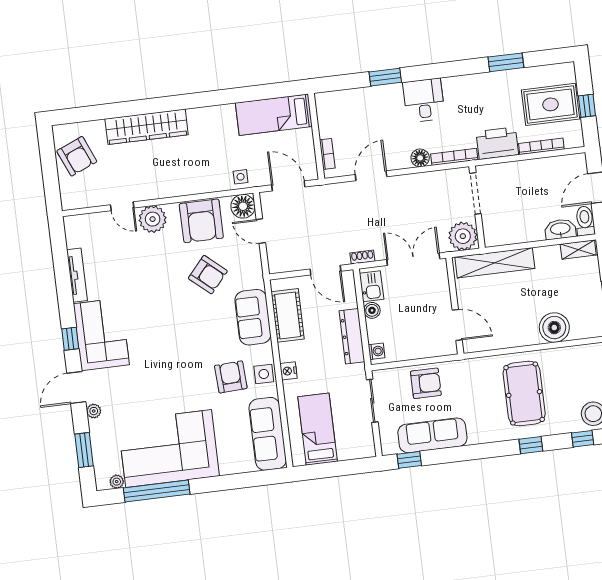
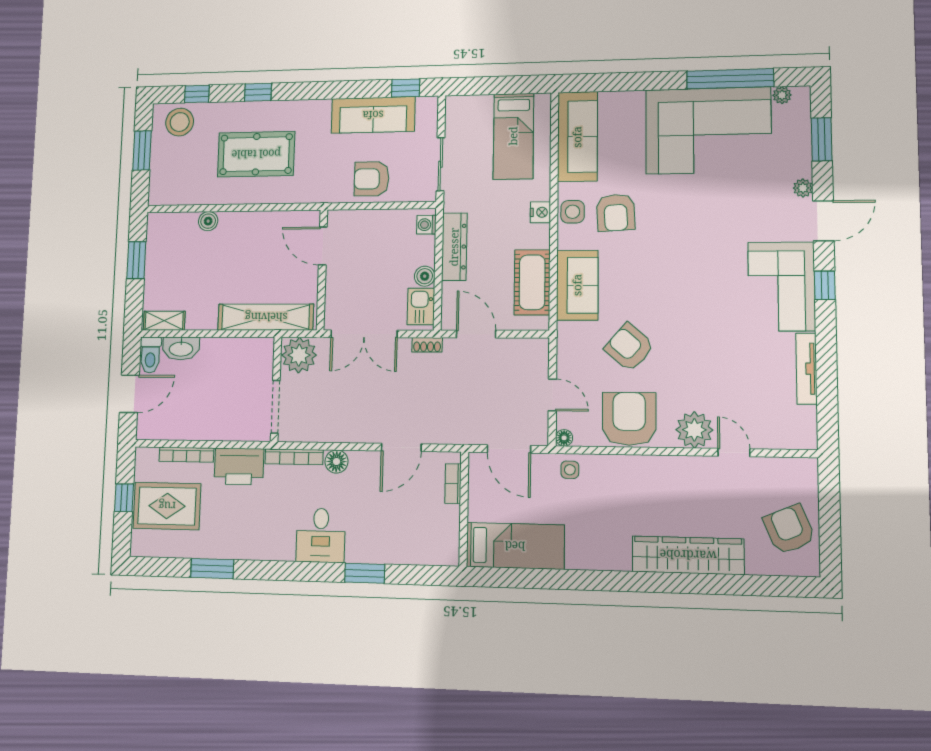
floor lamp: (243, 206) -> (564, 438), width x0.53, depth x0.53
boiler: (554, 328) -> (208, 221), width x0.54, depth x0.54
pool table: (524, 394) -> (256, 154), turned 90

